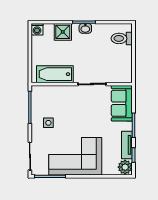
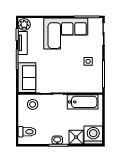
washing machine: (37, 29) -> (93, 135), width x1.89, depth x1.89
stool: (115, 71) -> (33, 104), added

